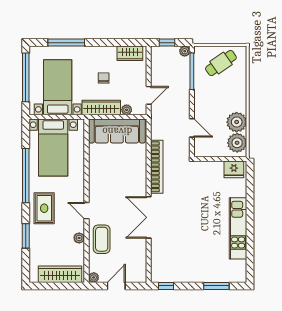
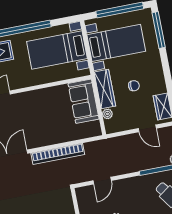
window: (66, 43) -> (159, 30), moved
door: (149, 95) -> (147, 128), moved
sofa: (117, 131) -> (84, 101), width x0.73

